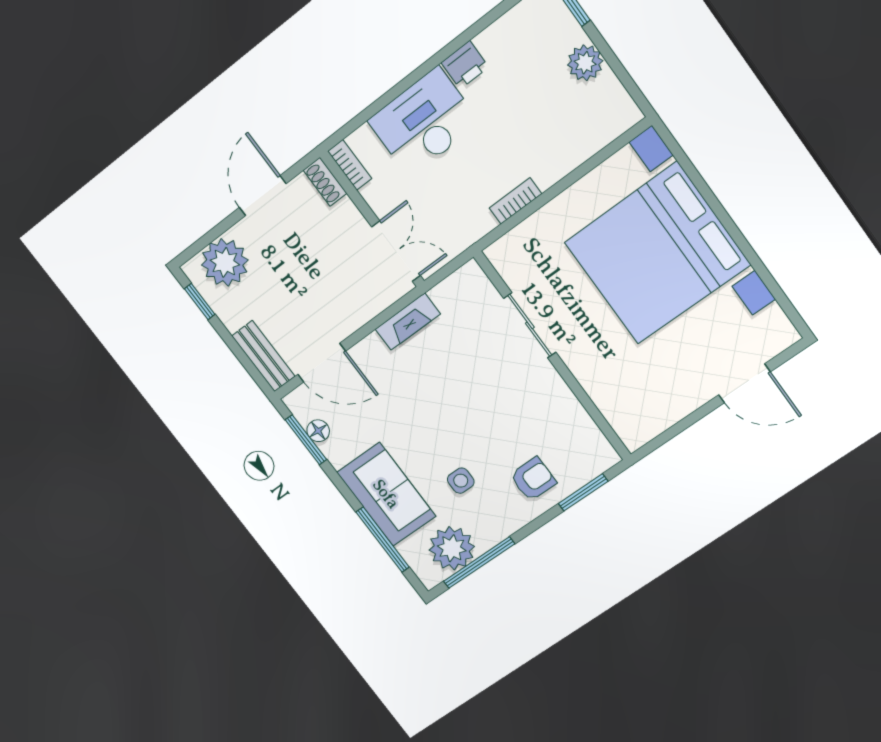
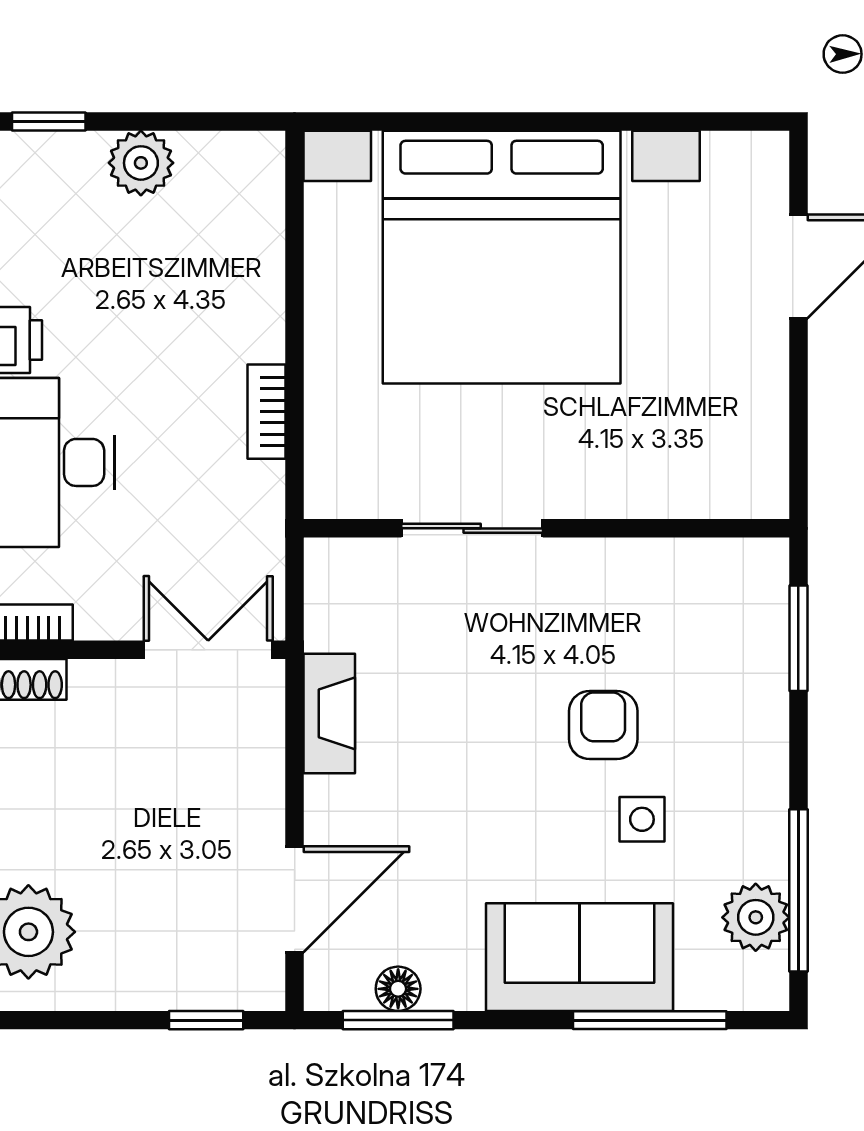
window: (200, 302) -> (206, 1020), moved
bench: (263, 356) -> (217, 985), removed
armchair: (533, 479) -> (603, 725), moved
plant: (452, 548) -> (756, 917), width x0.73, depth x0.73

